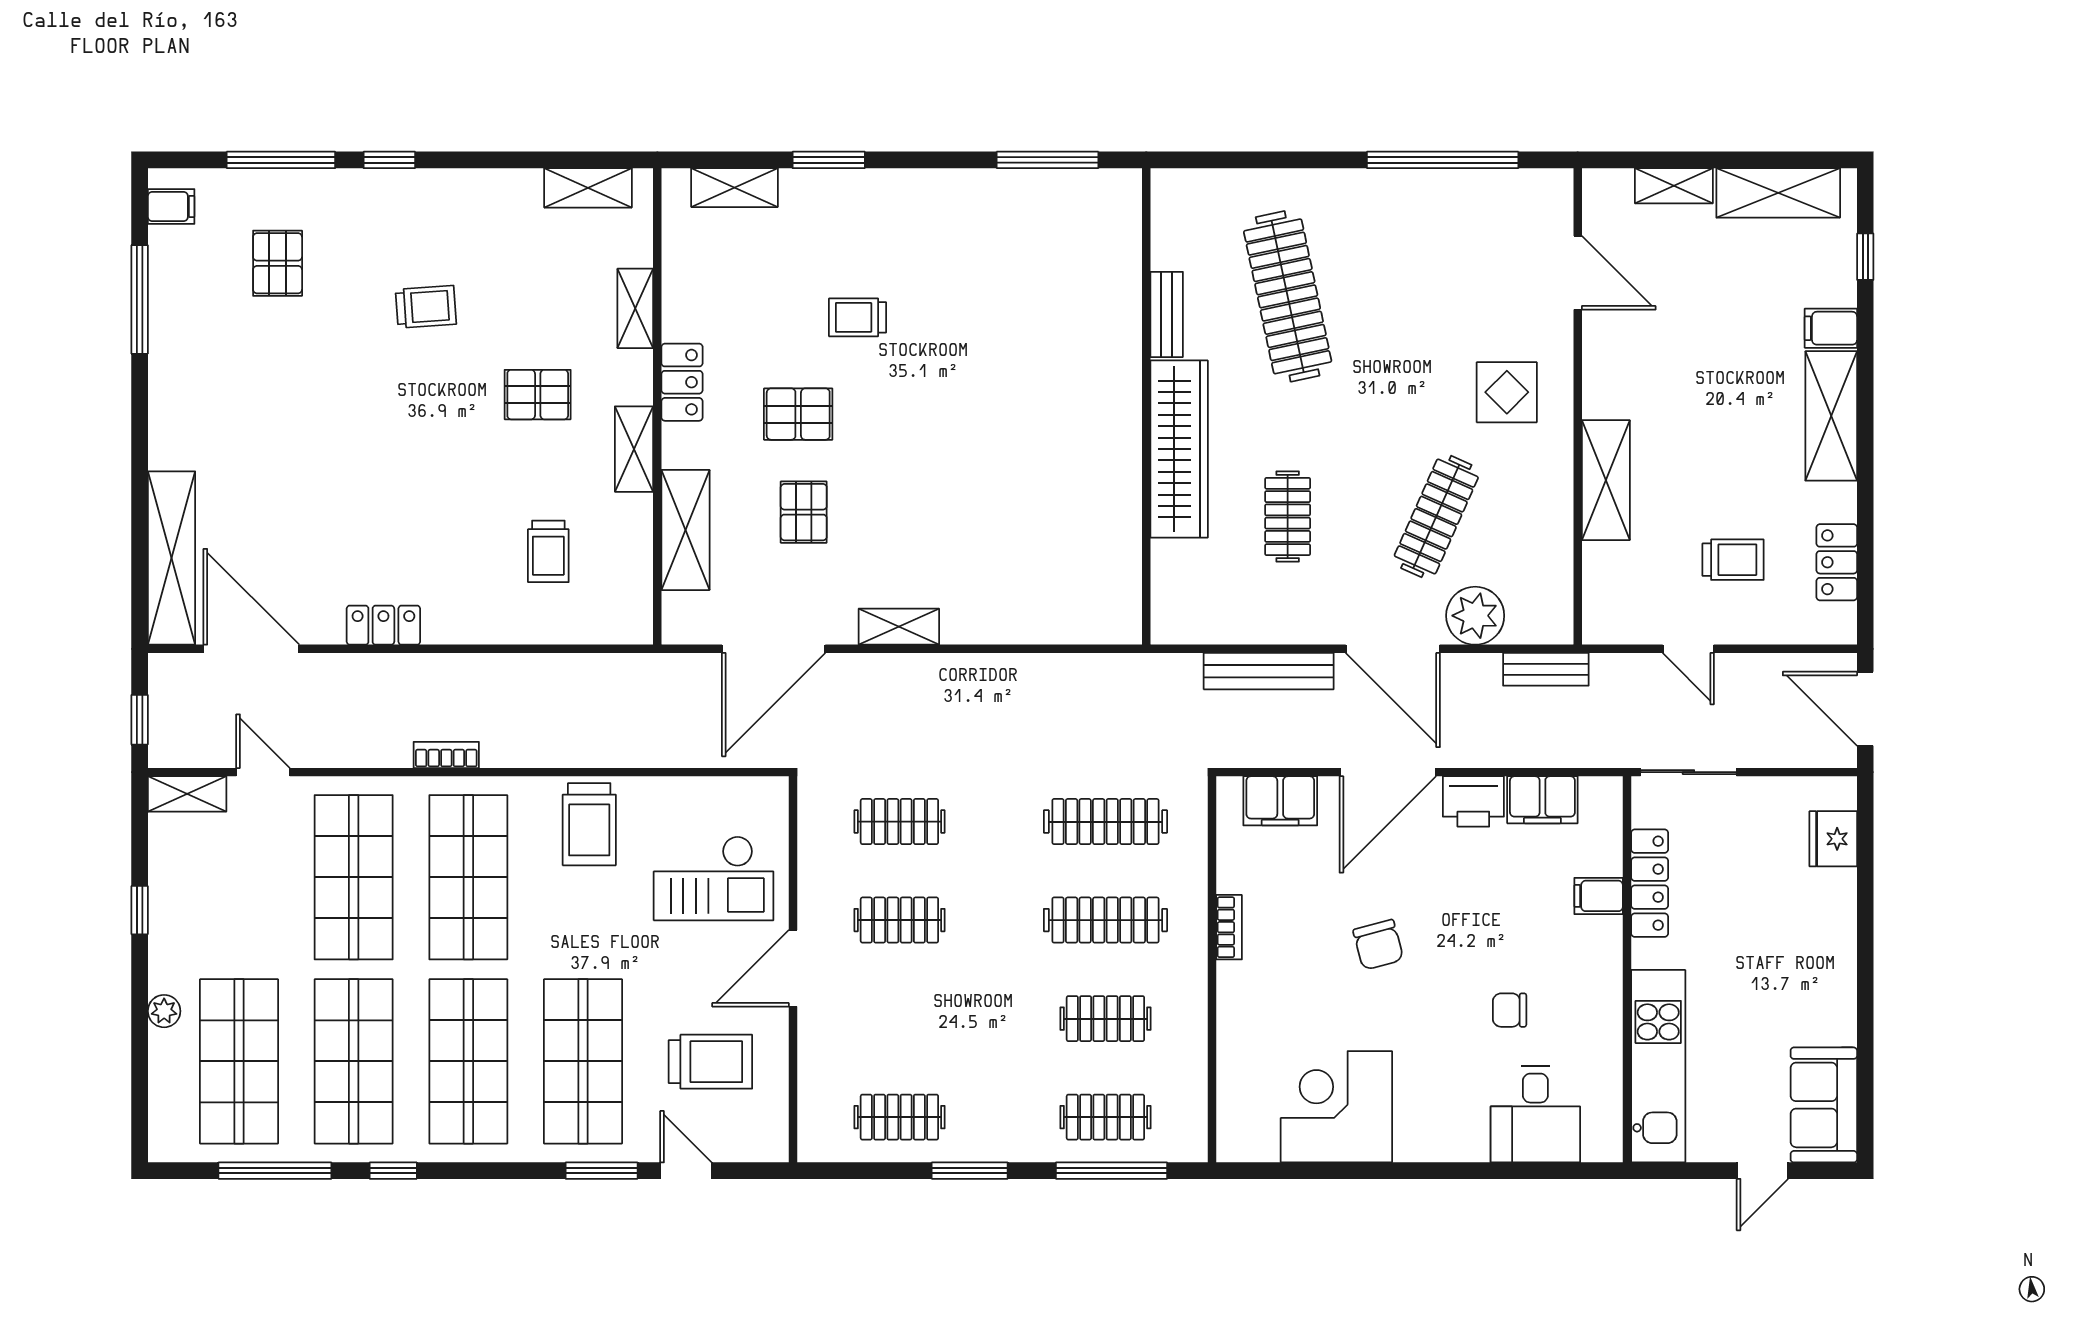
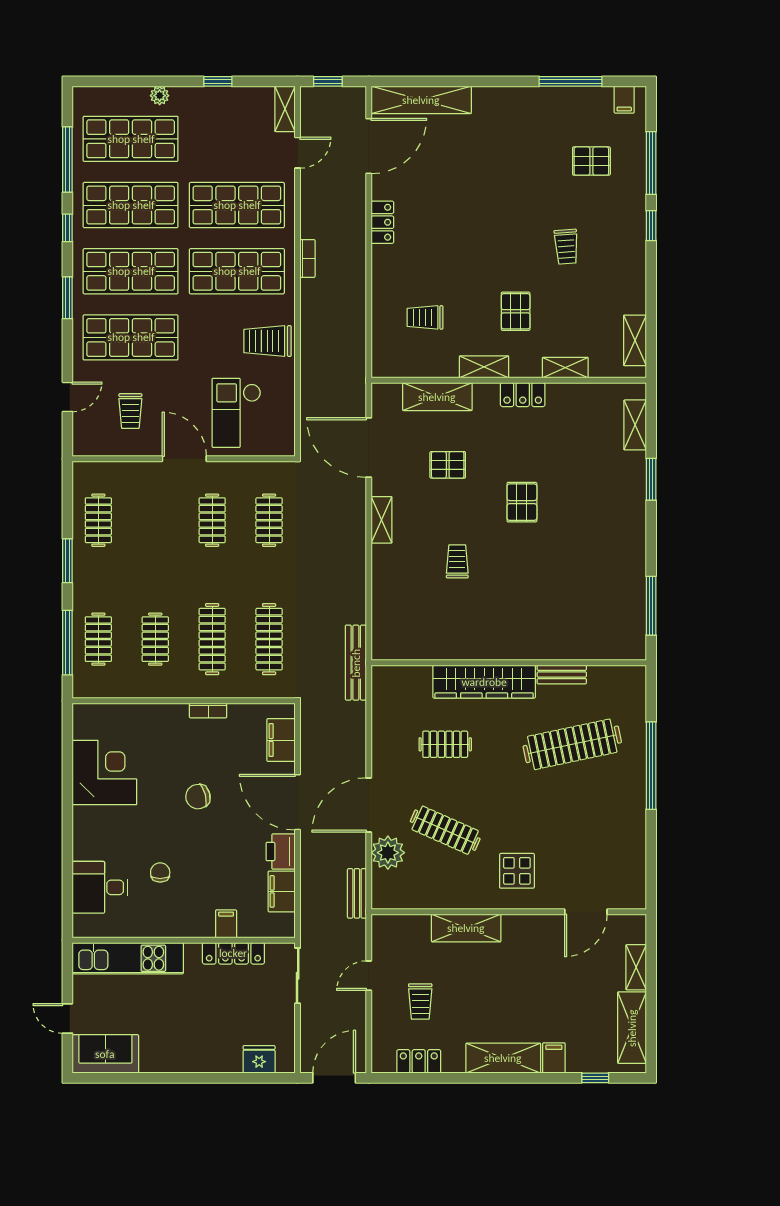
window: (1443, 160) -> (651, 766), moved
trolley: (858, 317) -> (457, 561), moved
pallet: (798, 414) -> (522, 502), moved
bench: (1269, 671) -> (356, 663), moved
trolley: (710, 1062) -> (130, 411), width x0.73, depth x0.72
window: (602, 1171) -> (67, 298), moved

